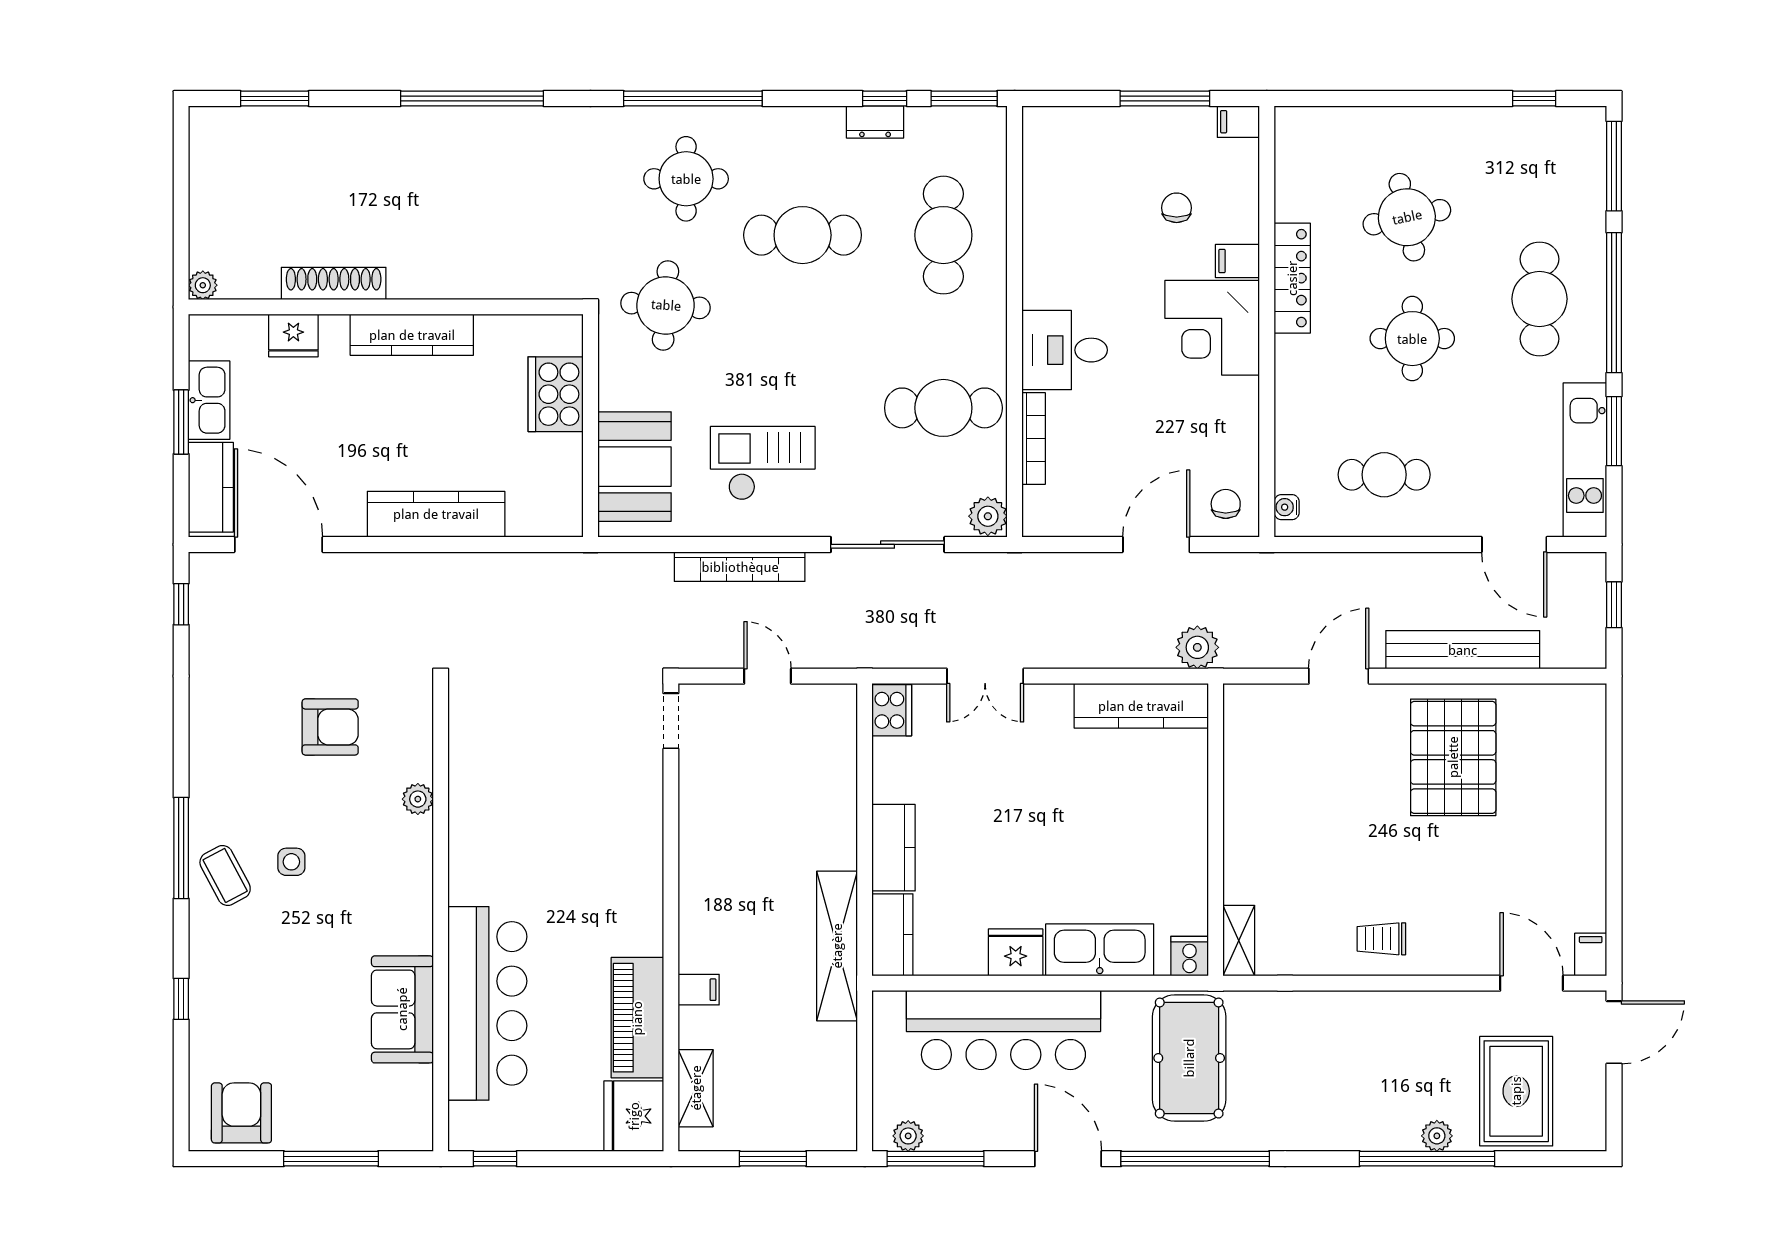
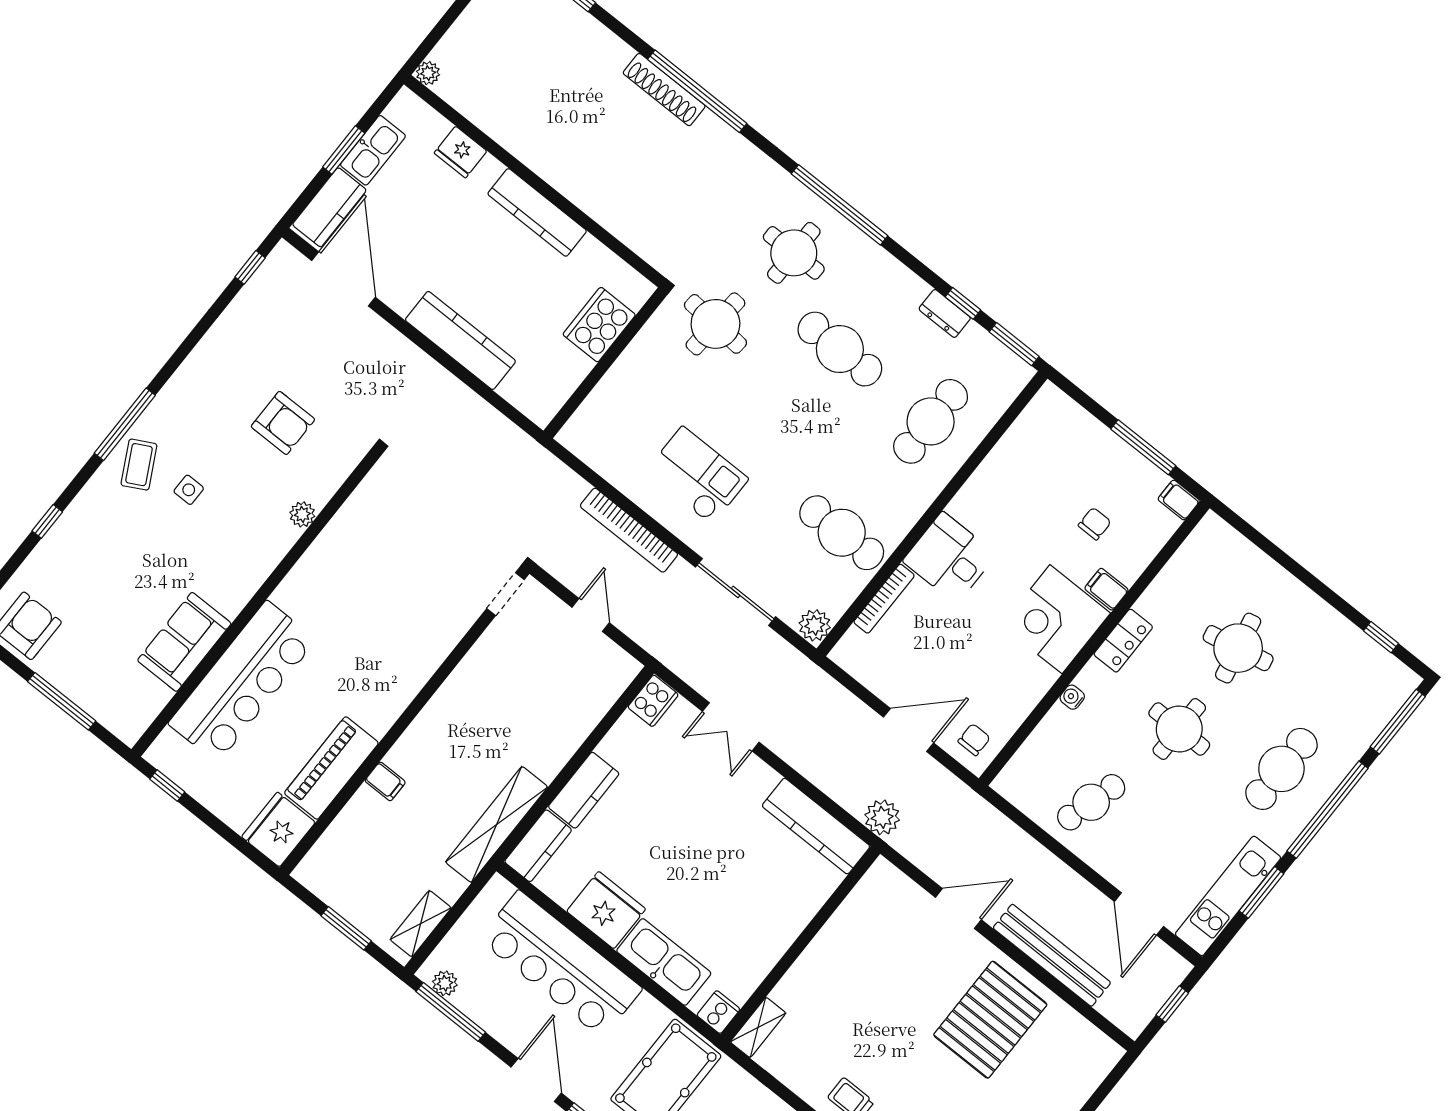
locker: (1292, 278) -> (1123, 641), width x0.66
shoe rack: (334, 283) -> (664, 90), moved, turned 180
booth: (635, 467) -> (613, 412), removed
cafe table: (1384, 475) -> (1091, 802), turned -74
water cooler: (1287, 507) -> (1072, 697), moved
fridge: (1016, 952) -> (606, 910), width x1.36, depth x1.34
shelving: (696, 1088) -> (421, 924), moved

